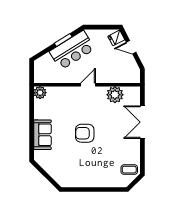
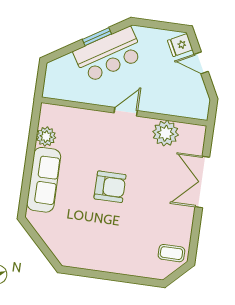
plant: (40, 93) -> (46, 137), moved
armchair: (85, 133) -> (110, 187), turned 180
sofa: (42, 135) -> (44, 180), width x1.36

